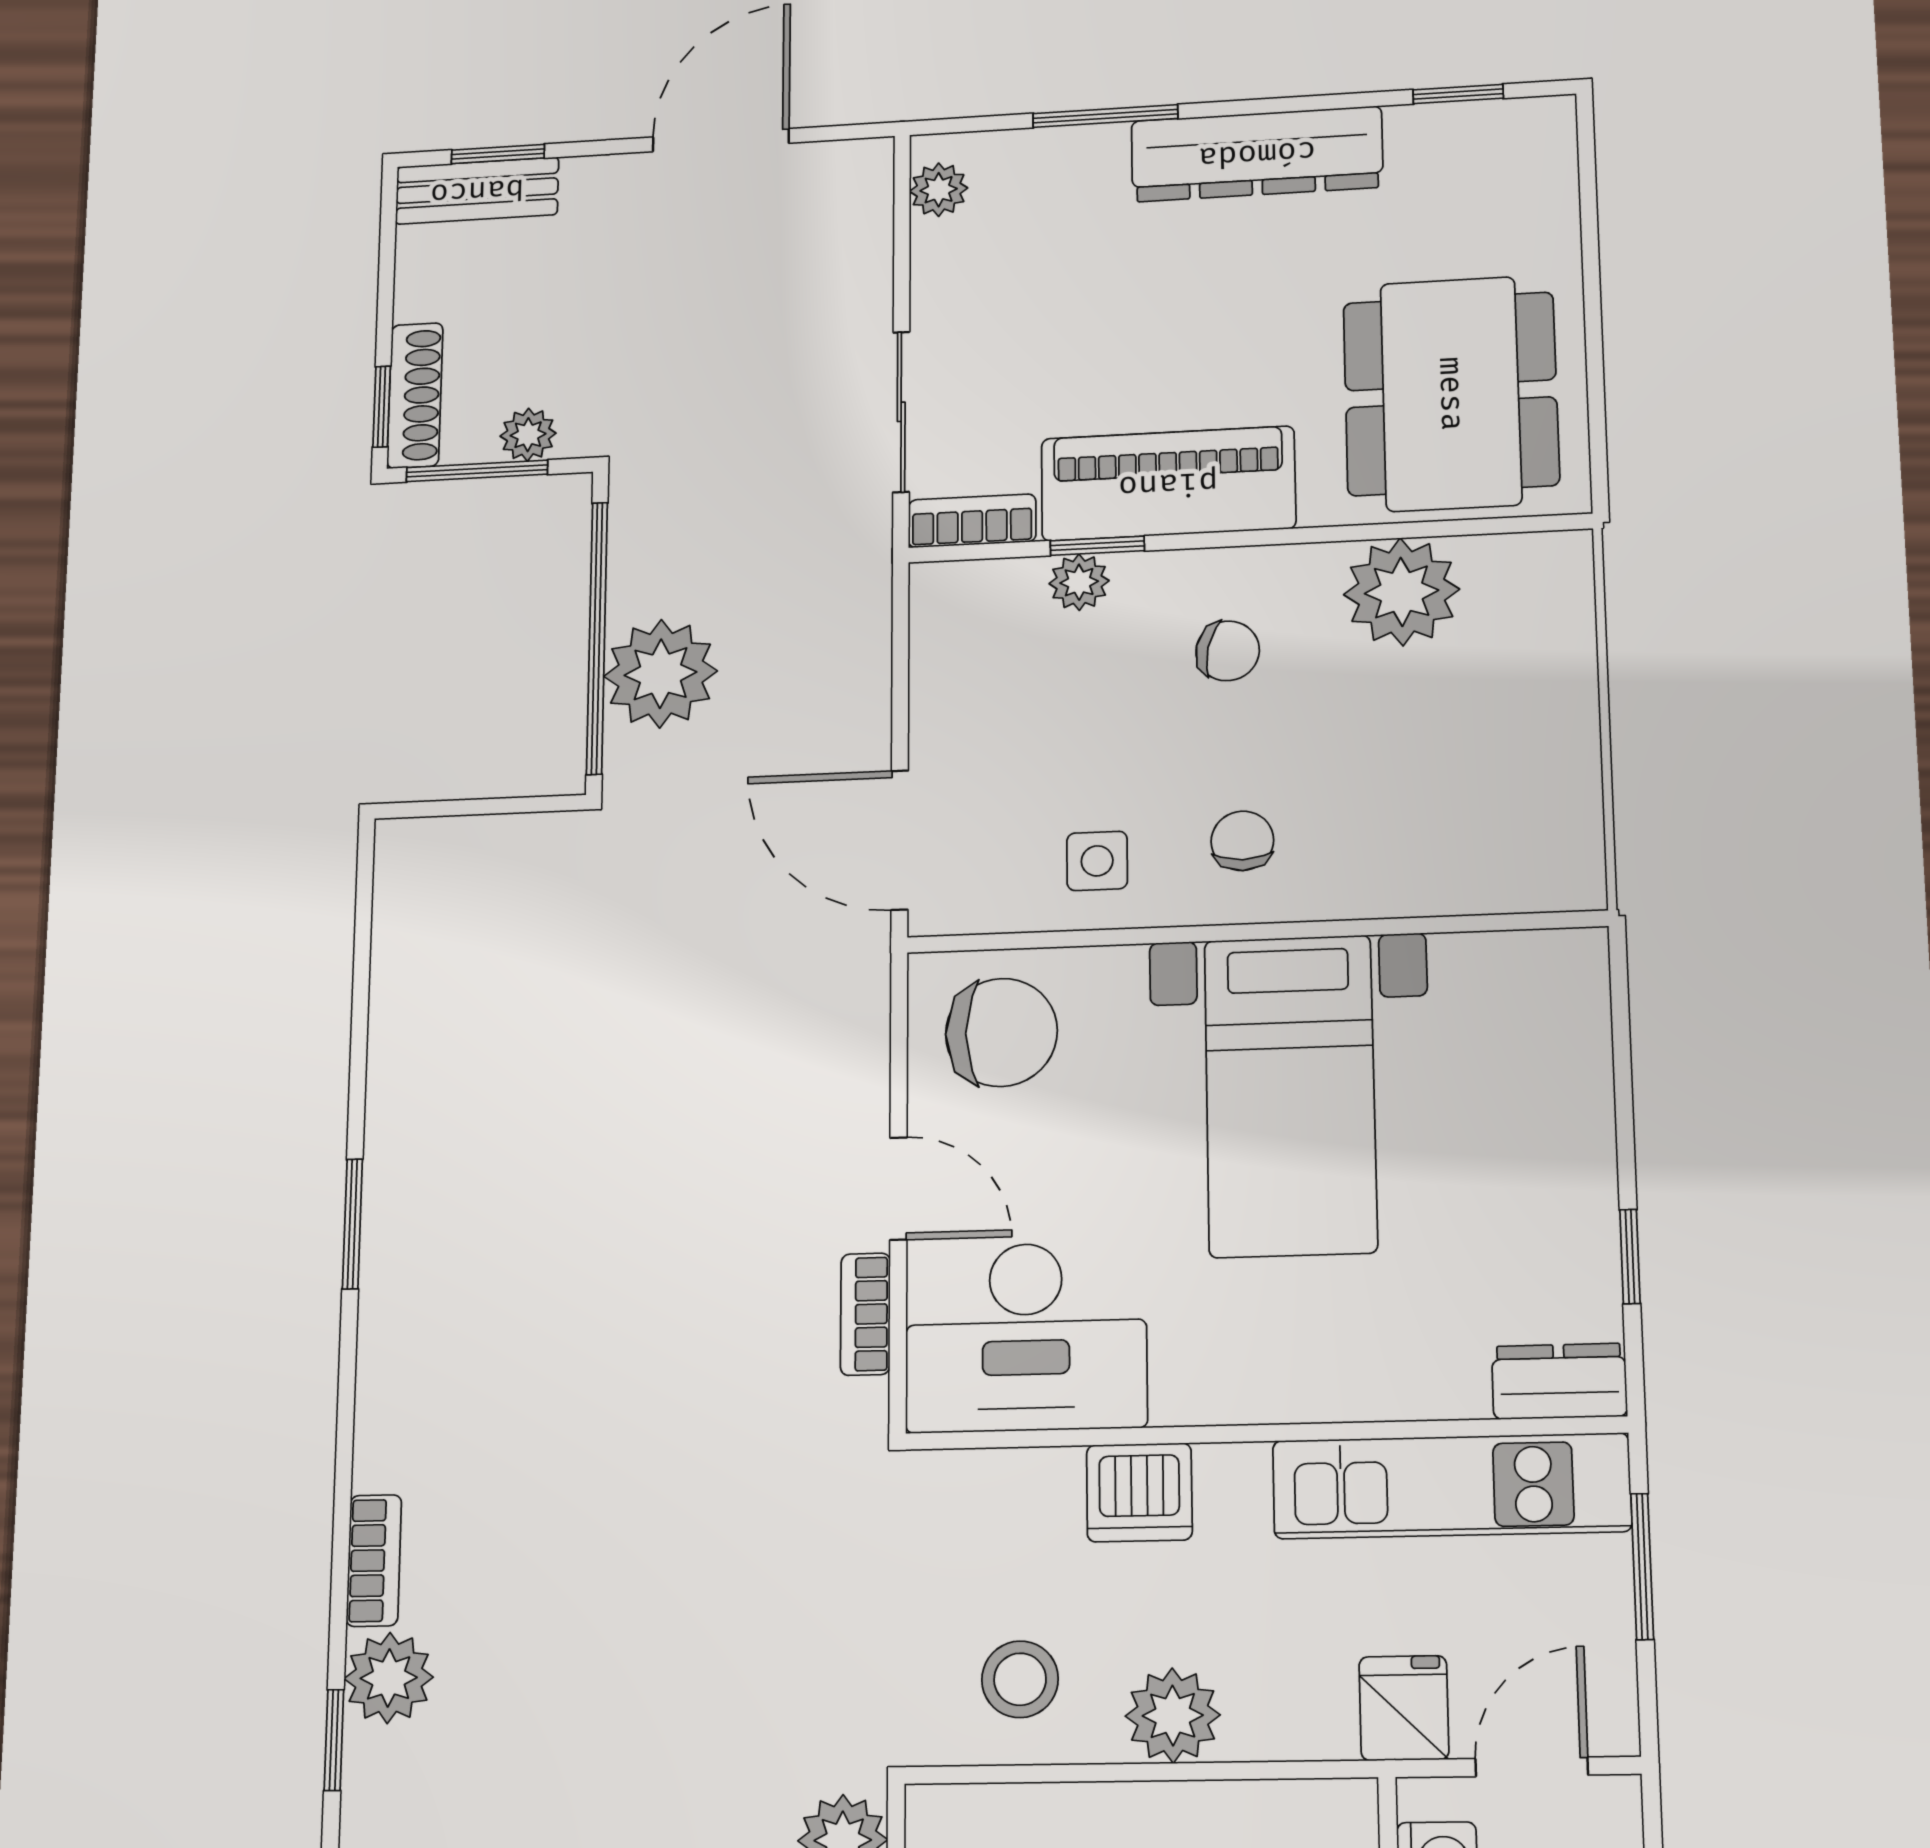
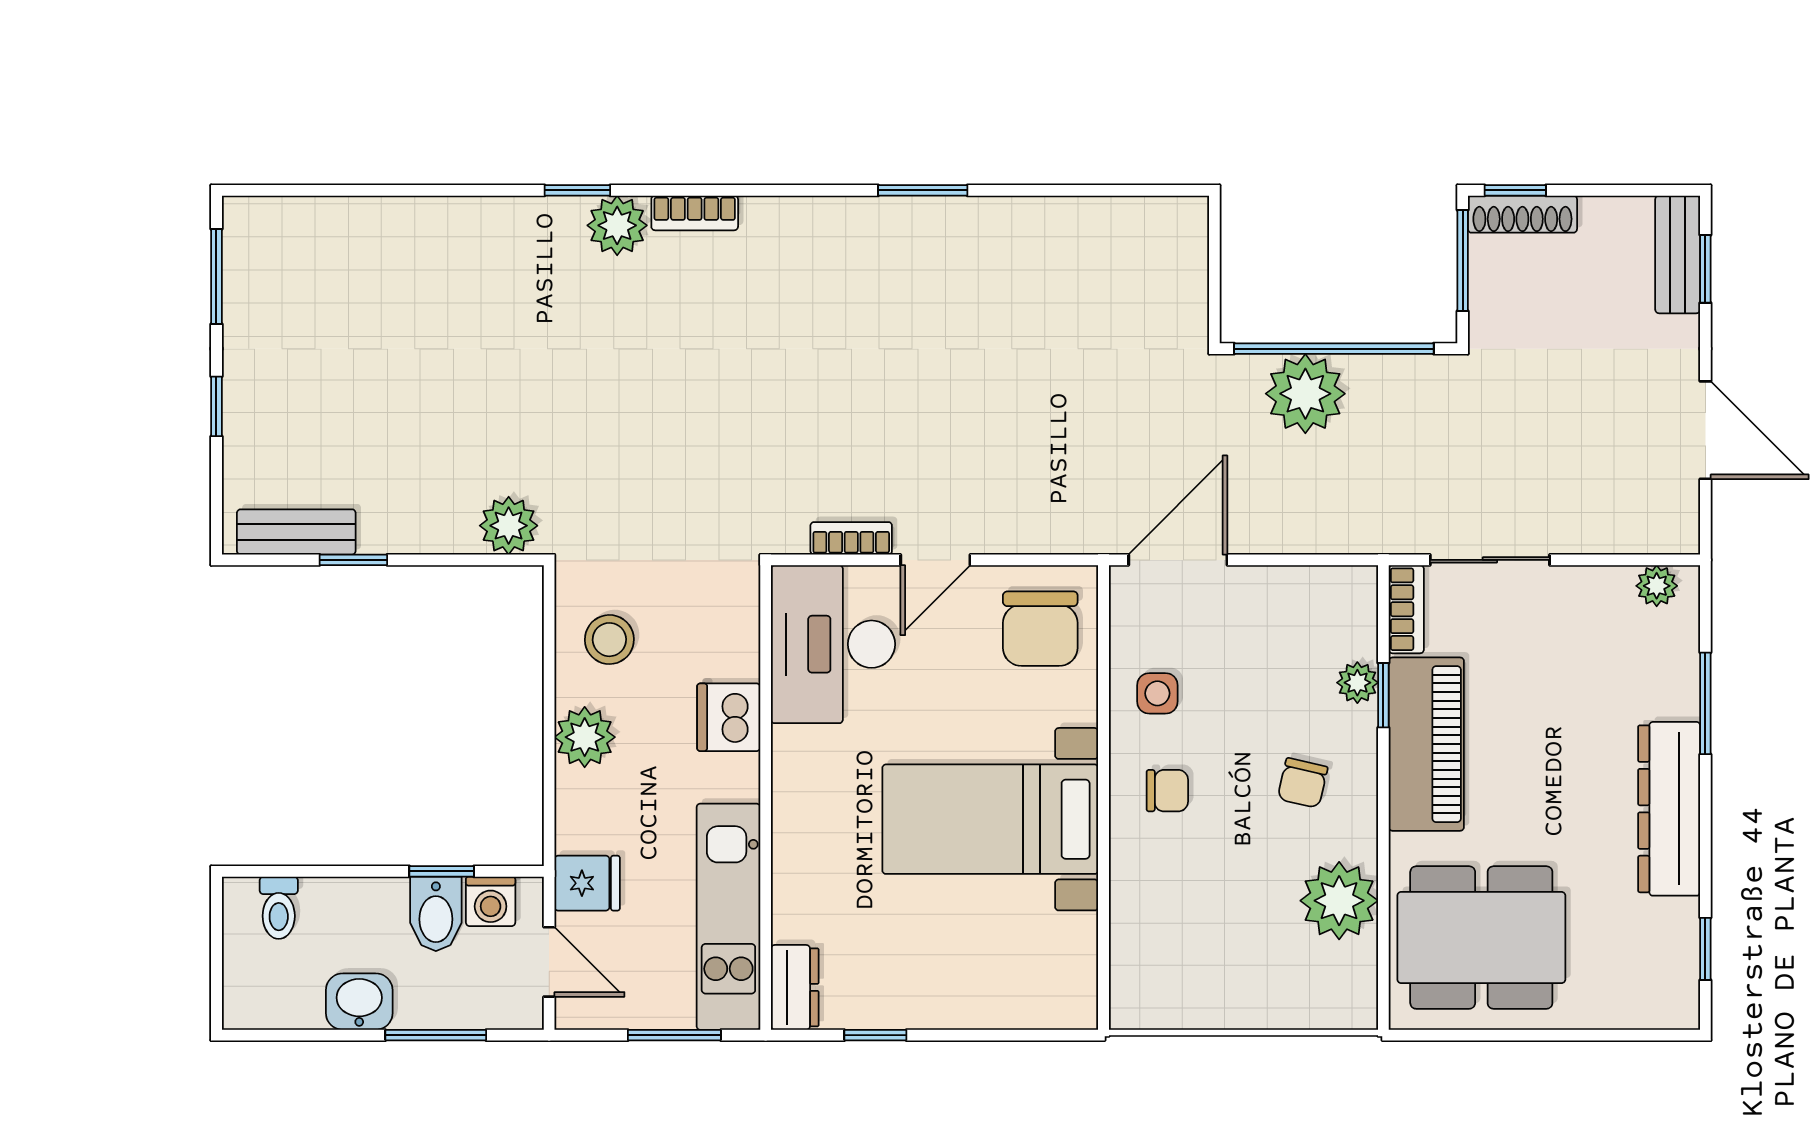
plant: (528, 435) -> (1488, 296), removed

